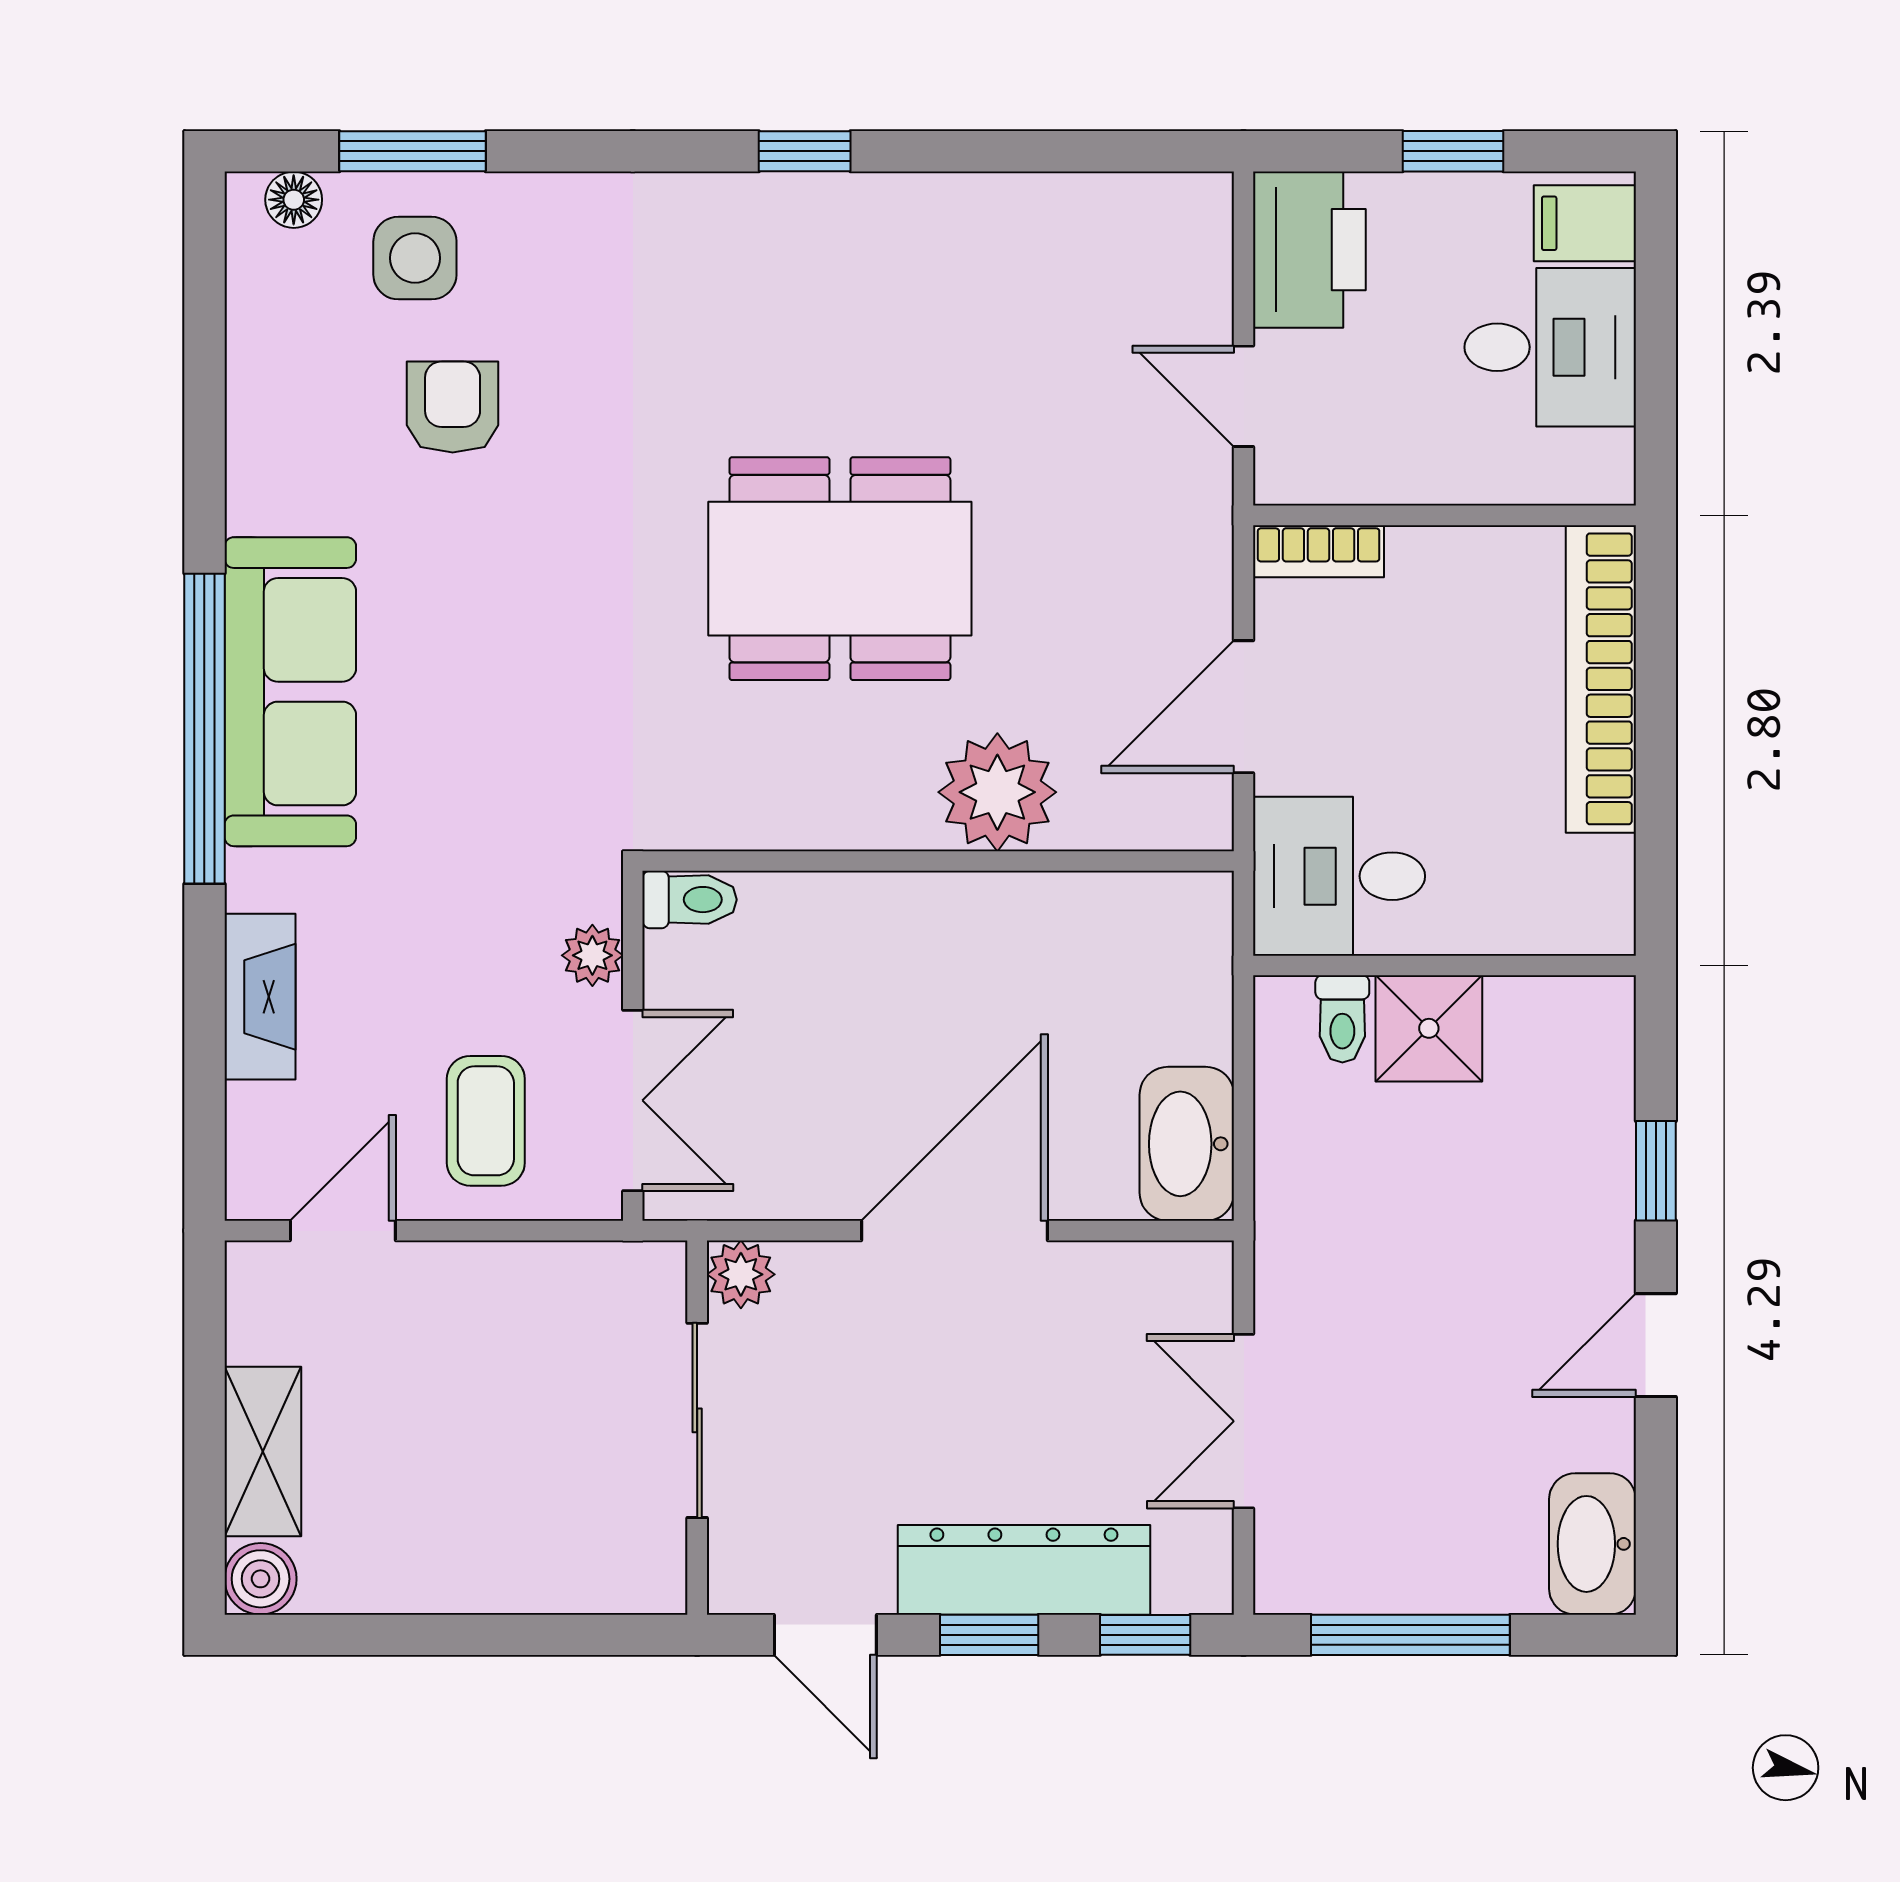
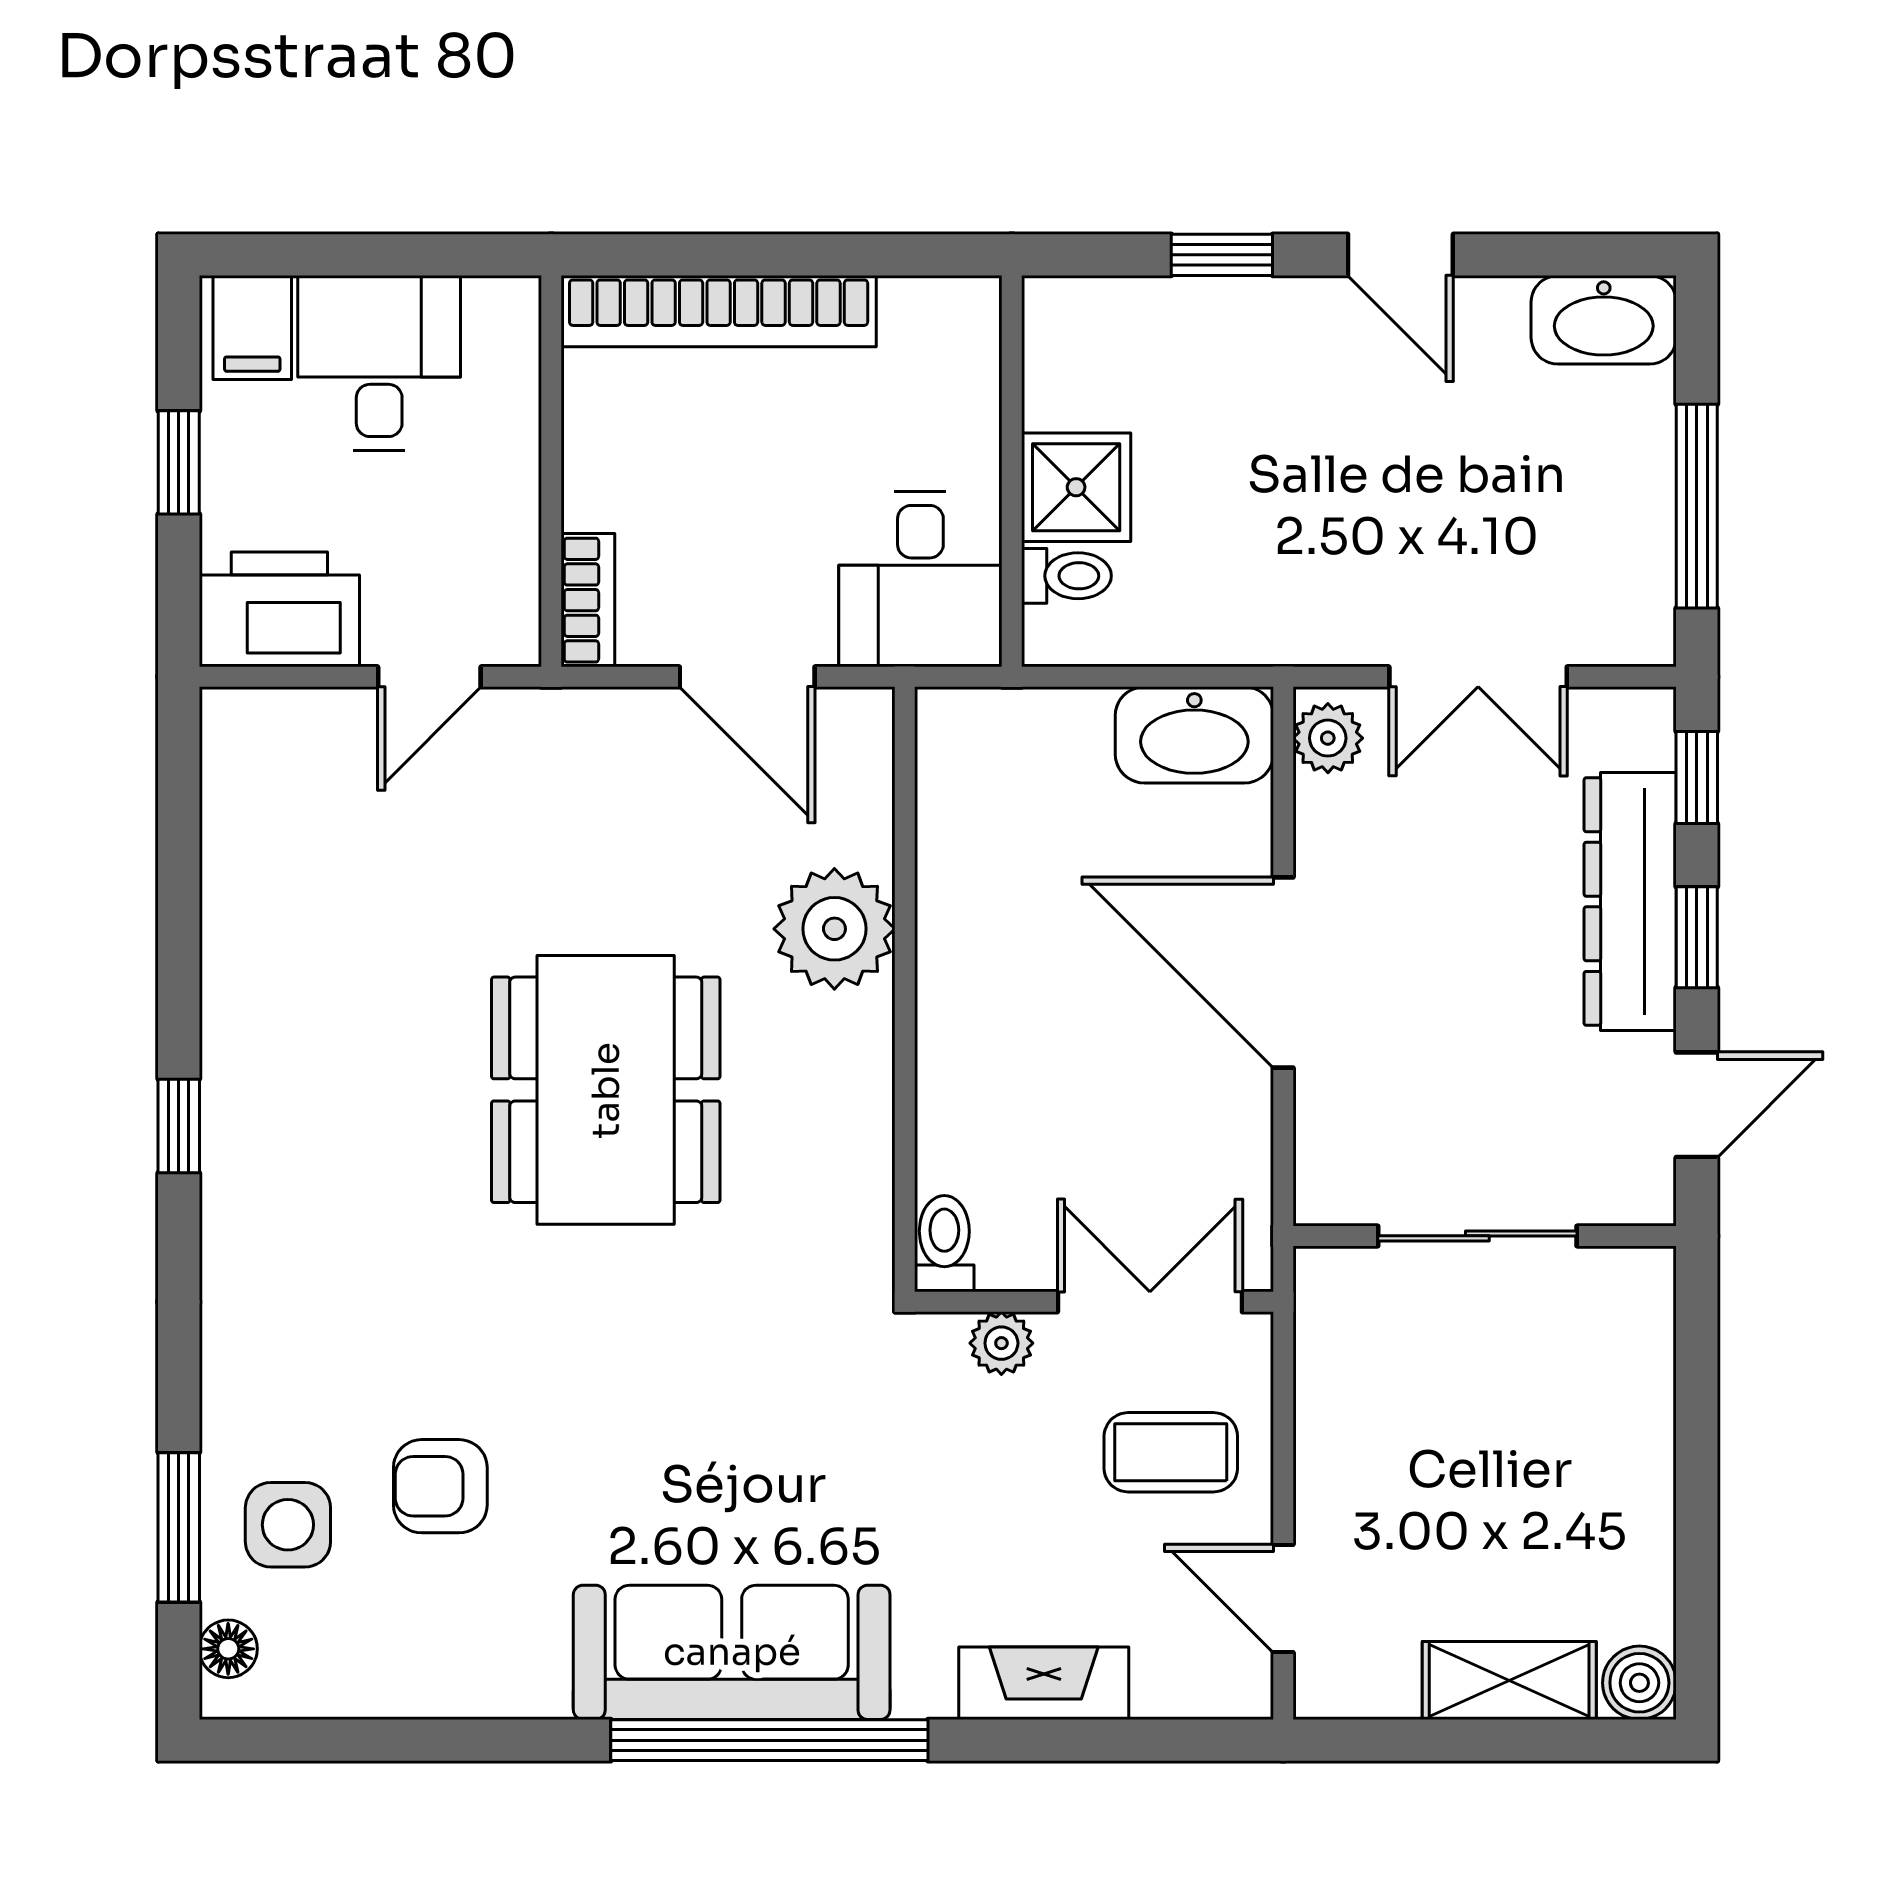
plant: (741, 1274) -> (1328, 738), moved

